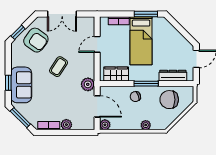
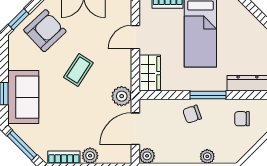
armchair: (36, 40) -> (45, 31), turned -79
wardrobe: (116, 74) -> (150, 73), moved, turned 90
chair: (169, 100) -> (242, 119), width x0.54, depth x0.54
door: (97, 106) -> (135, 129), swing flipped

